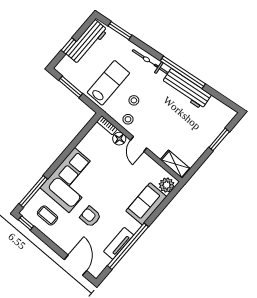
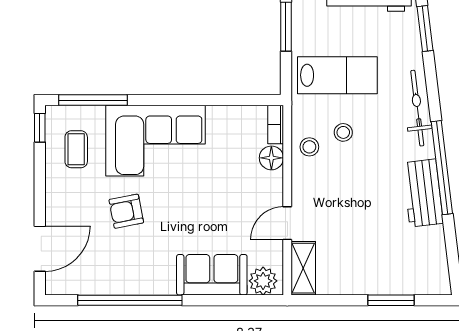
workbench: (186, 89) -> (423, 193), width x0.73
door: (139, 144) -> (287, 223), moved
armchair: (90, 217) -> (126, 211), turned -101
tv unit: (119, 243) -> (123, 284), removed

